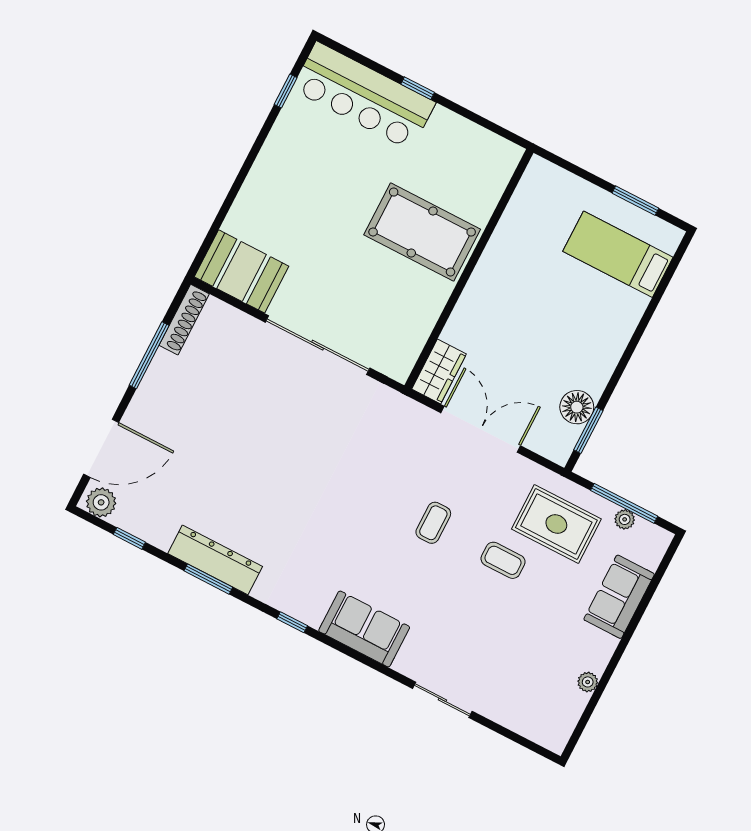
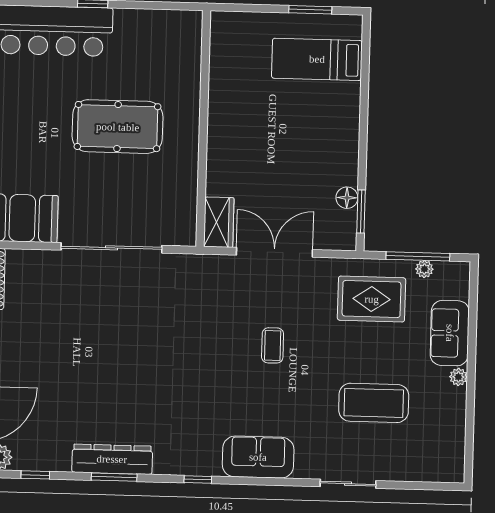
pool table: (422, 232) -> (118, 127), moved
floor lamp: (577, 407) -> (347, 198), width x0.73, depth x0.73
coffee table: (503, 560) -> (374, 403), moved, width x1.86, depth x1.72
plant: (588, 682) -> (458, 377), moved

